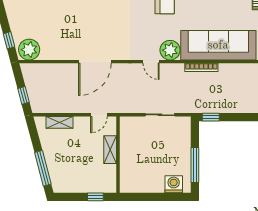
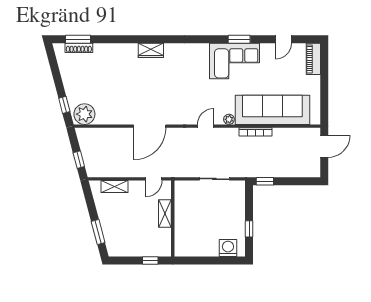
plant: (170, 50) -> (229, 119), width x0.53, depth x0.53
door: (151, 62) -> (206, 126), swing flipped
window: (195, 165) -> (249, 229), width x0.46
window: (43, 168) -> (98, 232), width x0.69

